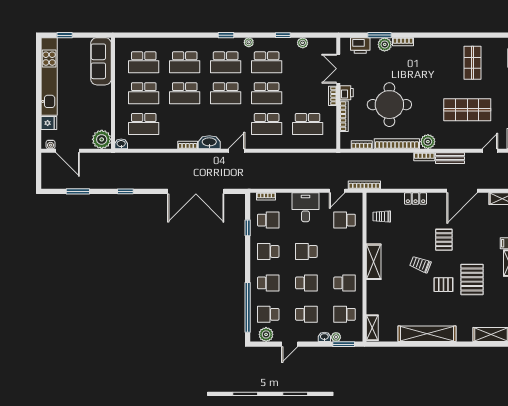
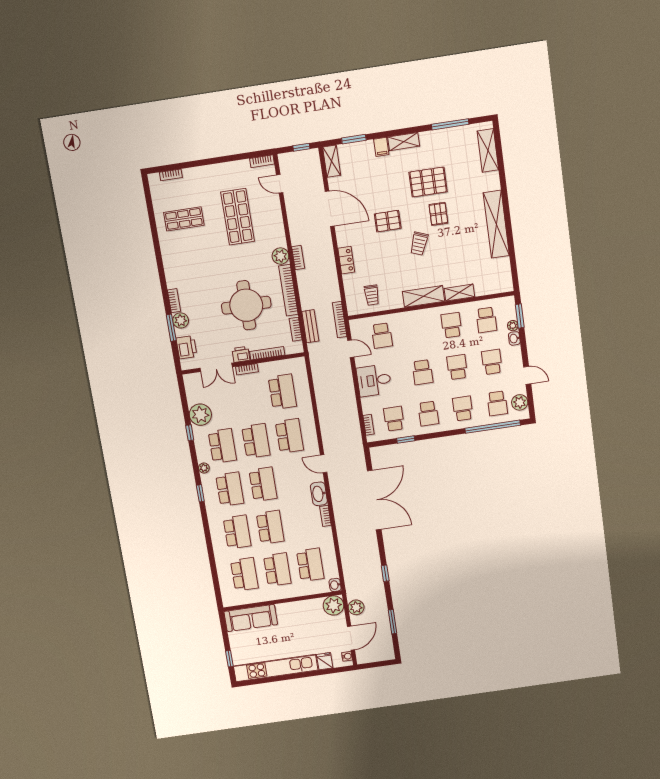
plant: (303, 43) -> (200, 415), width x1.88, depth x1.88
bench: (450, 158) -> (310, 326), moved
plant: (97, 160) -> (356, 607), added
shelving: (372, 328) -> (459, 293), moved

